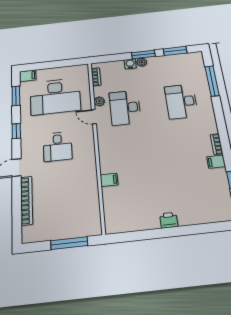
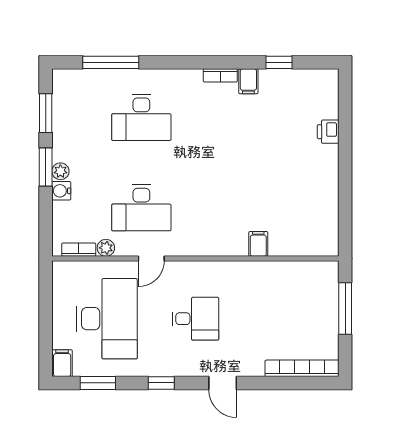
plant: (99, 101) -> (106, 248), moved
bookcase: (27, 200) -> (302, 368), moved
printer: (169, 220) -> (328, 132), moved

